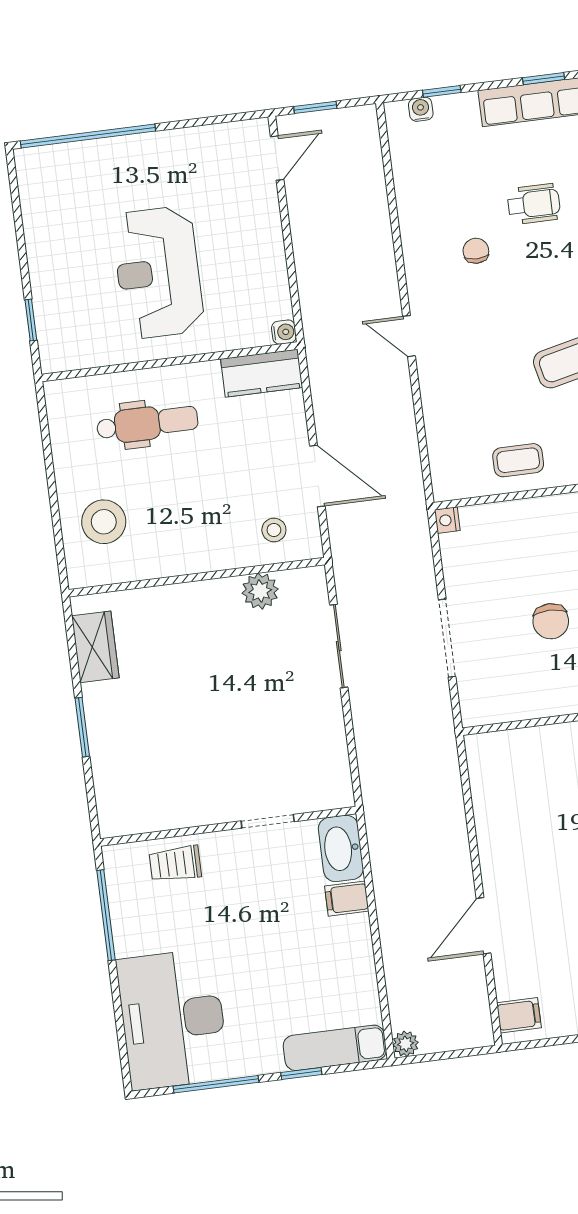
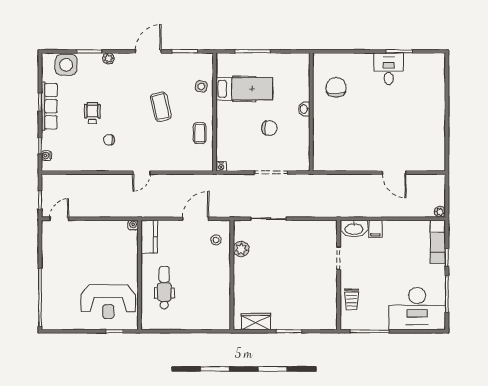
door: (277, 158) -> (59, 219), hinge flipped
reception desk: (158, 272) -> (108, 302), moved
stool: (104, 522) -> (204, 311), removed
filing cabinet: (519, 1015) -> (434, 162), removed

